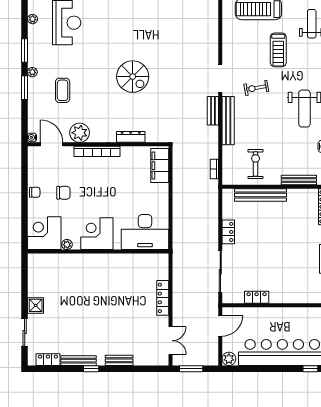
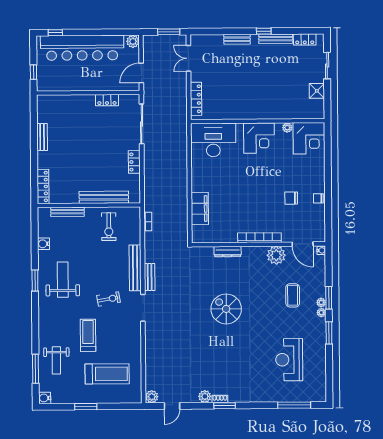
plant: (33, 19) -> (321, 303), moved
filing cabinet: (160, 166) -> (200, 209), moved
desk: (145, 232) -> (213, 140), moved
corner desk: (44, 233) -> (309, 138), moved
corner desk: (97, 234) -> (259, 138), moved
plant: (67, 245) -> (287, 128), moved
wall: (98, 252) -> (258, 121), moved

